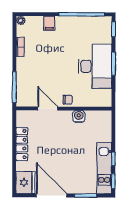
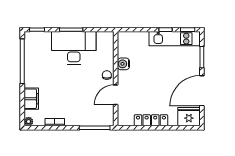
filing cabinet: (49, 23) -> (31, 99), width x2.00

